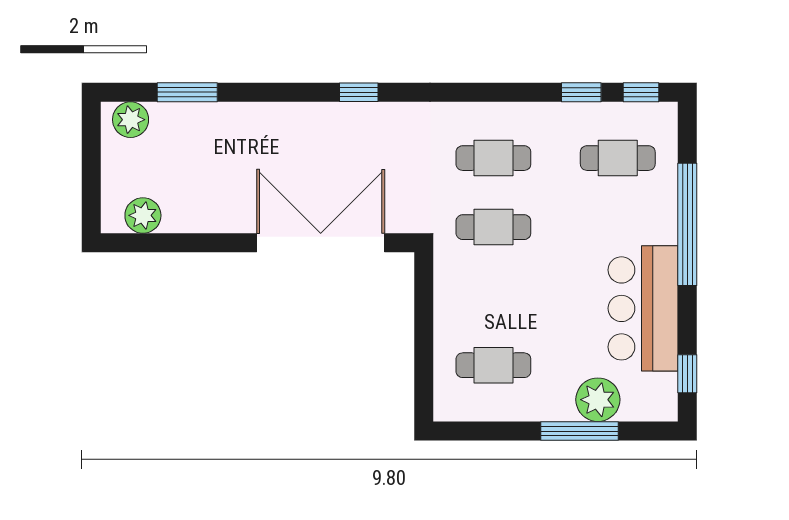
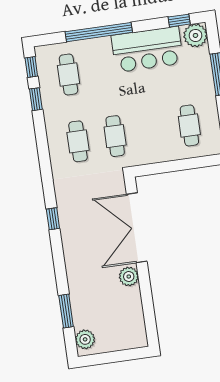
plant: (143, 215) -> (129, 277), moved
plant: (598, 400) -> (195, 35), moved

